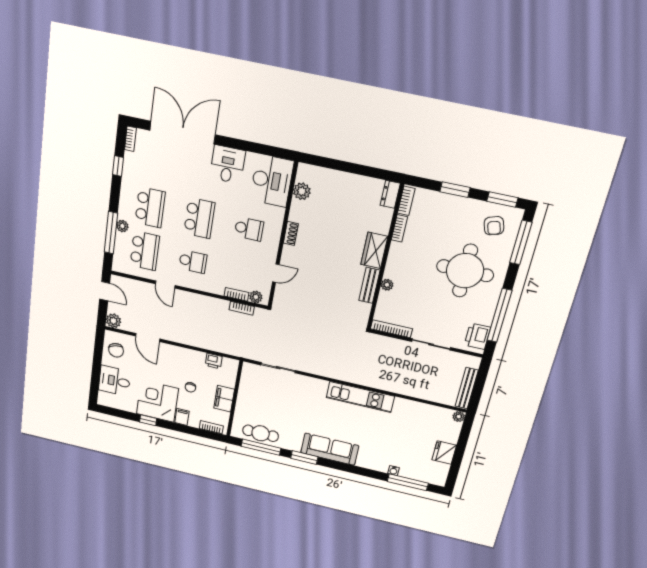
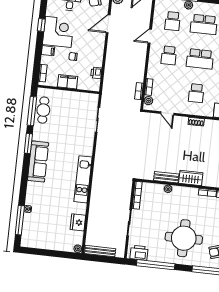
school desk: (145, 251) -> (173, 21), width x0.54
fridge: (444, 453) -> (78, 222), moved, turned -90

